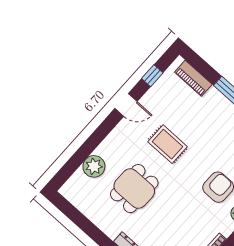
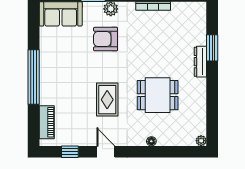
floor lamp: (101, 150) -> (151, 141), added
plant: (94, 166) -> (201, 141), moved, width x0.53, depth x0.53

